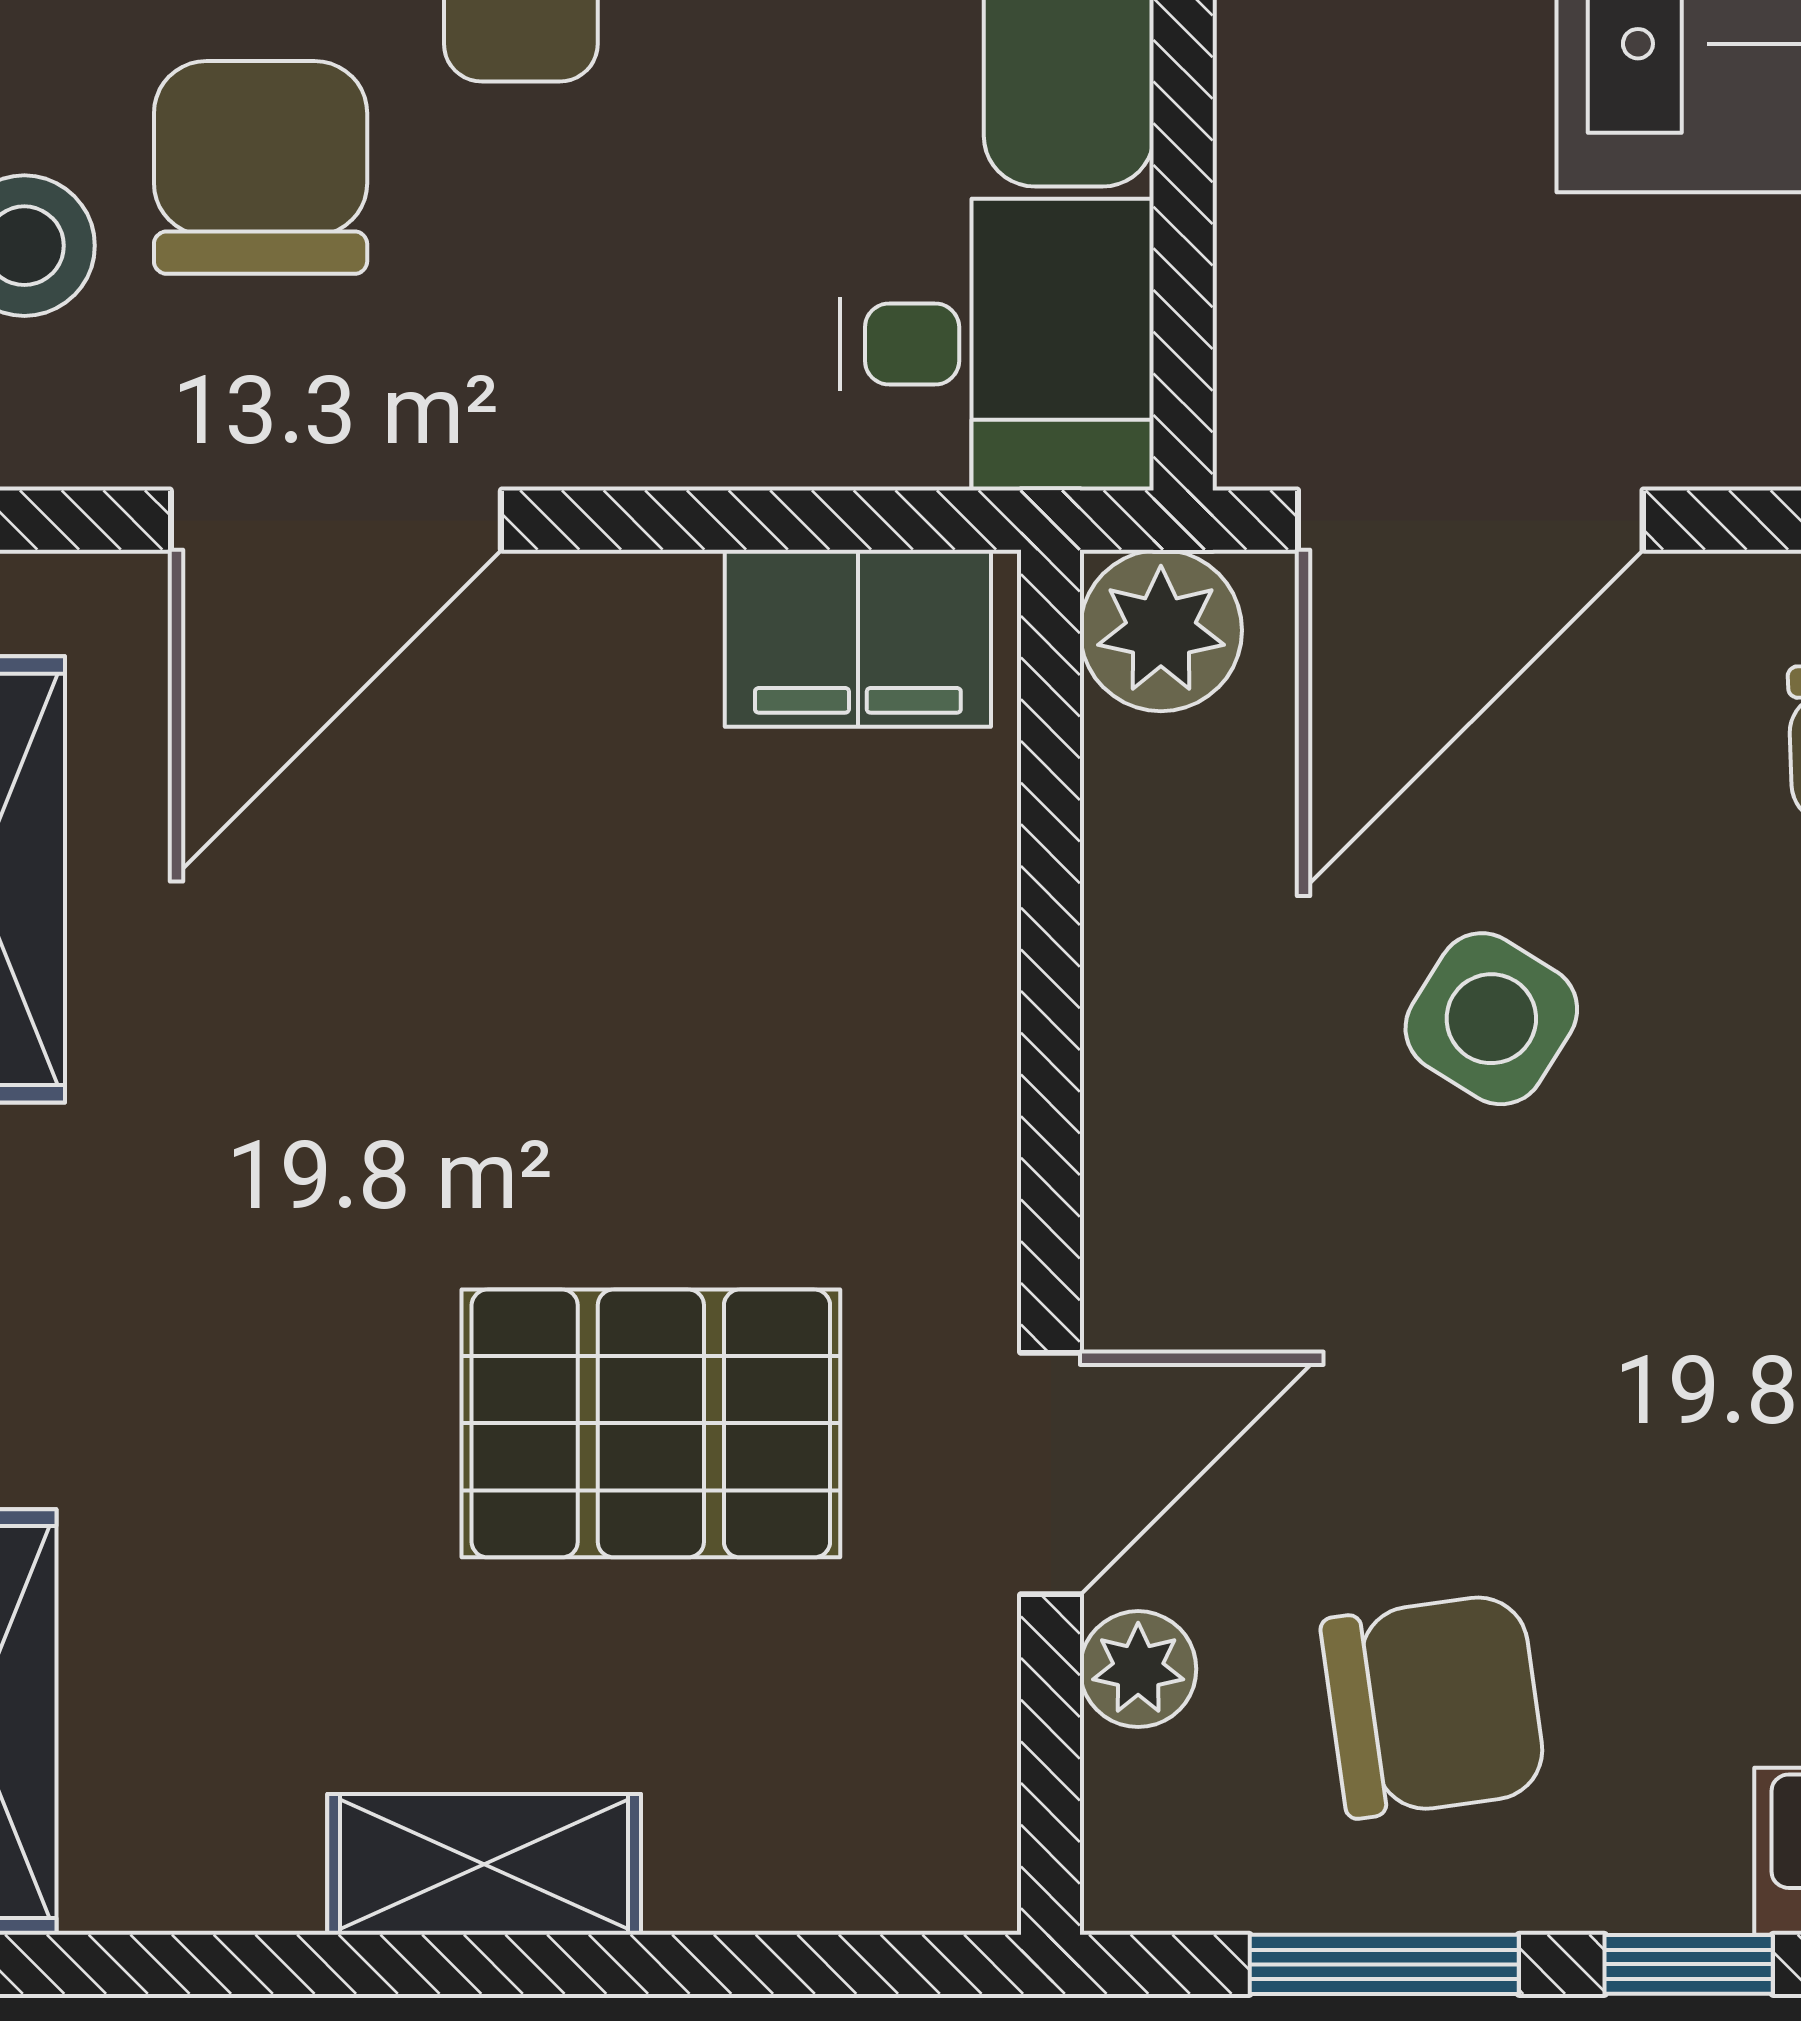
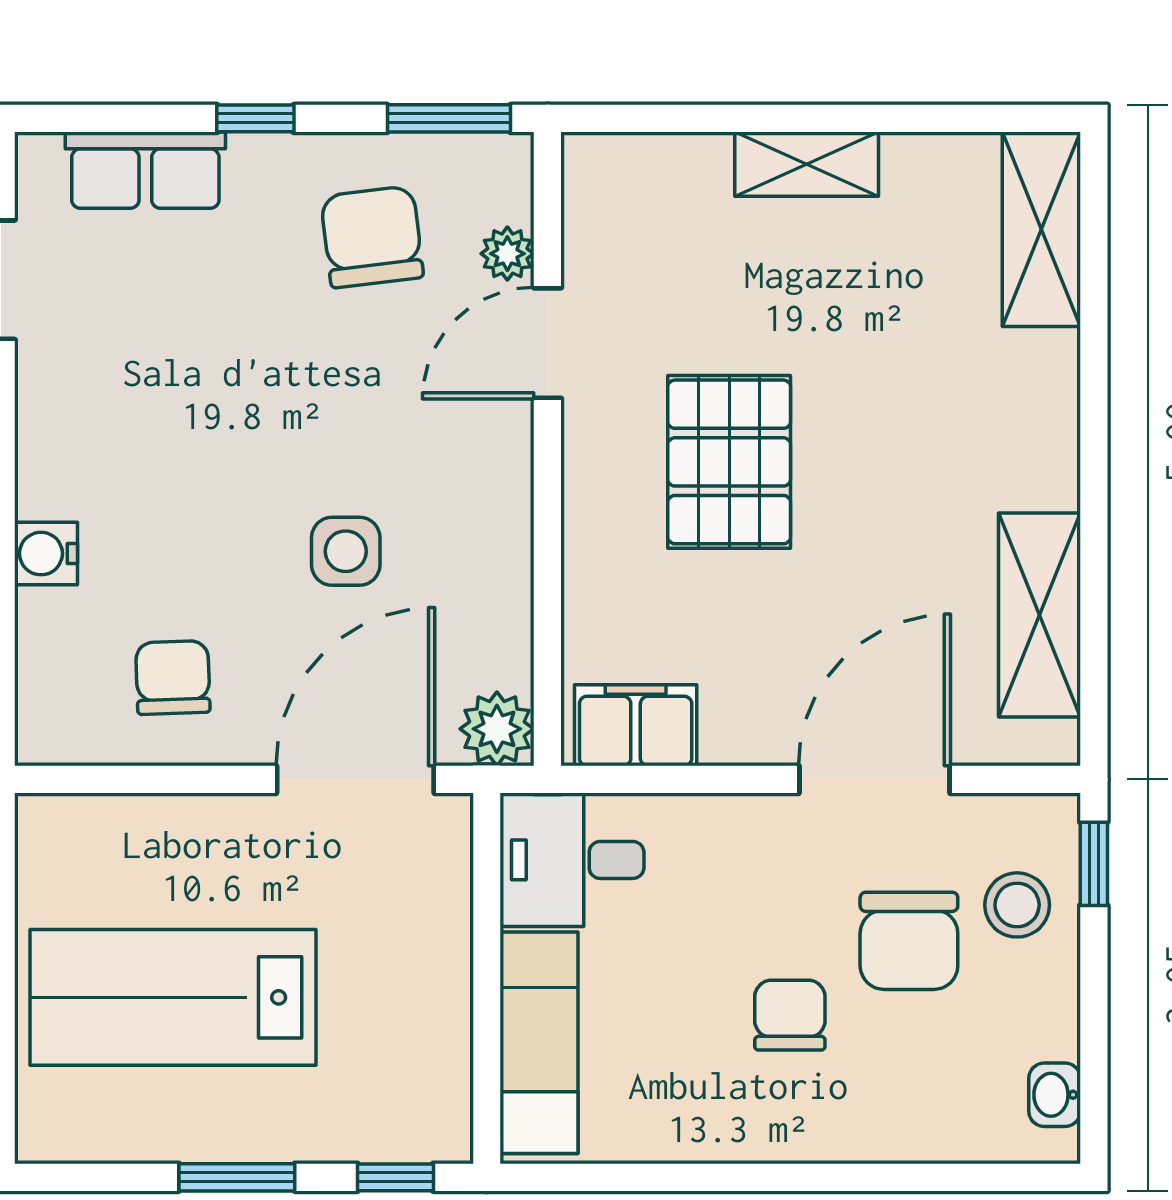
side table: (1491, 1019) -> (346, 551), turned -32
pallet: (651, 1423) -> (729, 462), moved, turned 90
chair: (1434, 1706) -> (372, 237), turned 91
window: (1384, 1964) -> (449, 118), moved

